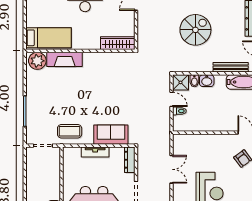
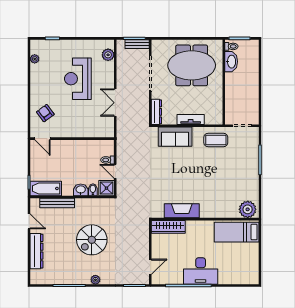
fireplace: (65, 59) -> (182, 211), moved

